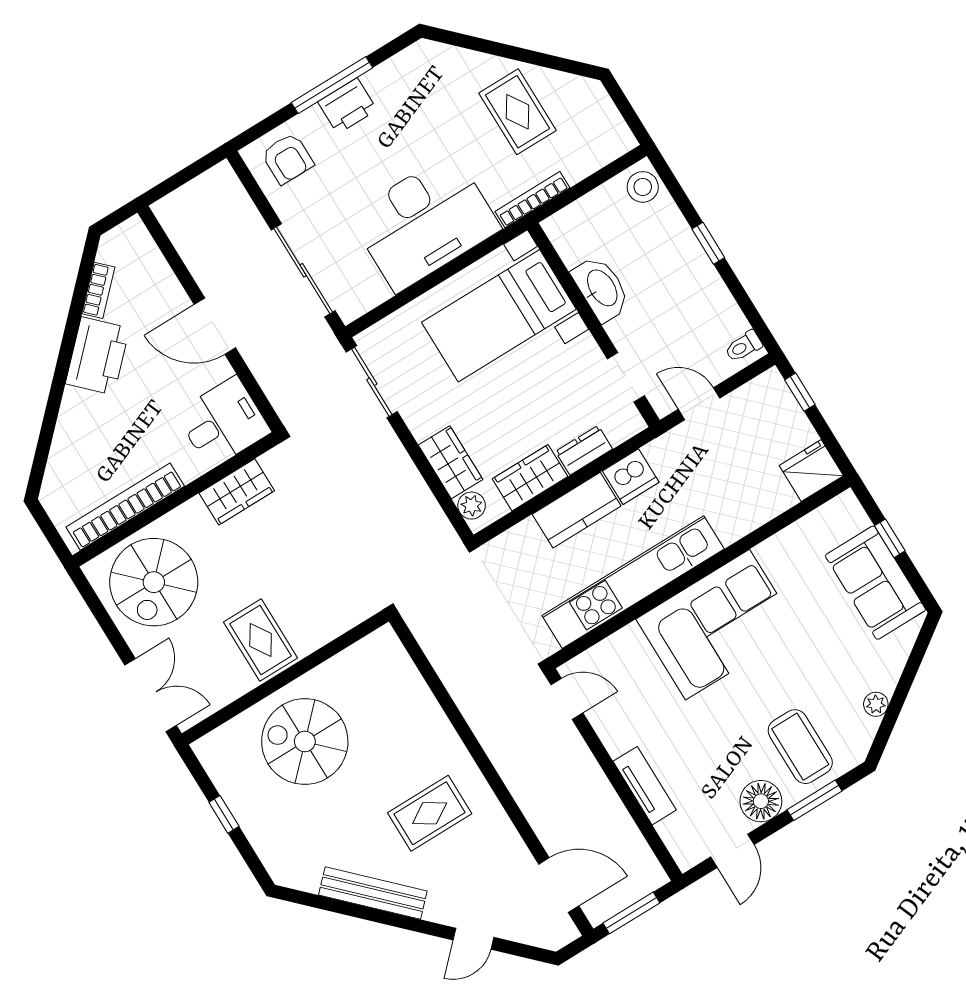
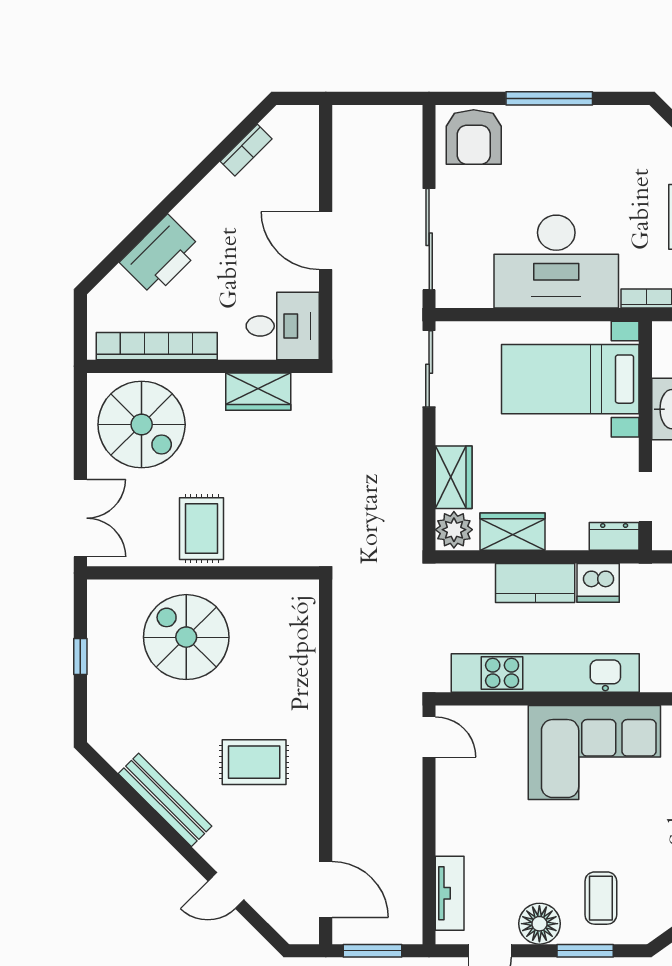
printer: (347, 106) -> (551, 124), removed
armchair: (288, 159) -> (474, 137), width x1.38, depth x1.38
printer: (97, 356) -> (161, 255), moved
dresser: (584, 450) -> (614, 536), moved
plant: (472, 506) -> (454, 530), width x1.38, depth x1.38
spiral stairs: (154, 582) -> (142, 425), turned -90
coffee table: (800, 747) -> (601, 898), width x0.73, depth x0.77
tv unit: (645, 786) -> (450, 893), moved

